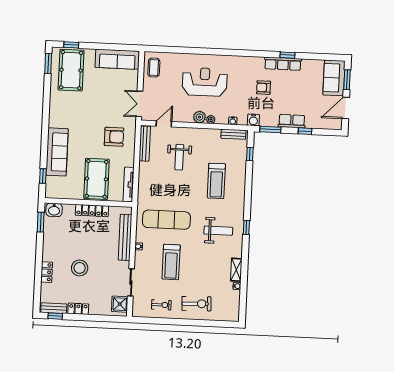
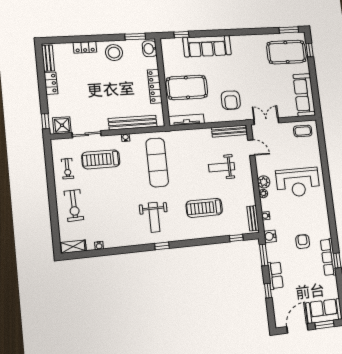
reception desk: (205, 82) -> (298, 182), turned 90
door: (346, 108) -> (297, 328), hinge flipped
treadmill: (171, 262) -> (101, 159), moved
stool: (80, 268) -> (114, 53), moved
shelving: (236, 270) -> (73, 247), moved
window: (55, 316) -> (45, 121), moved

